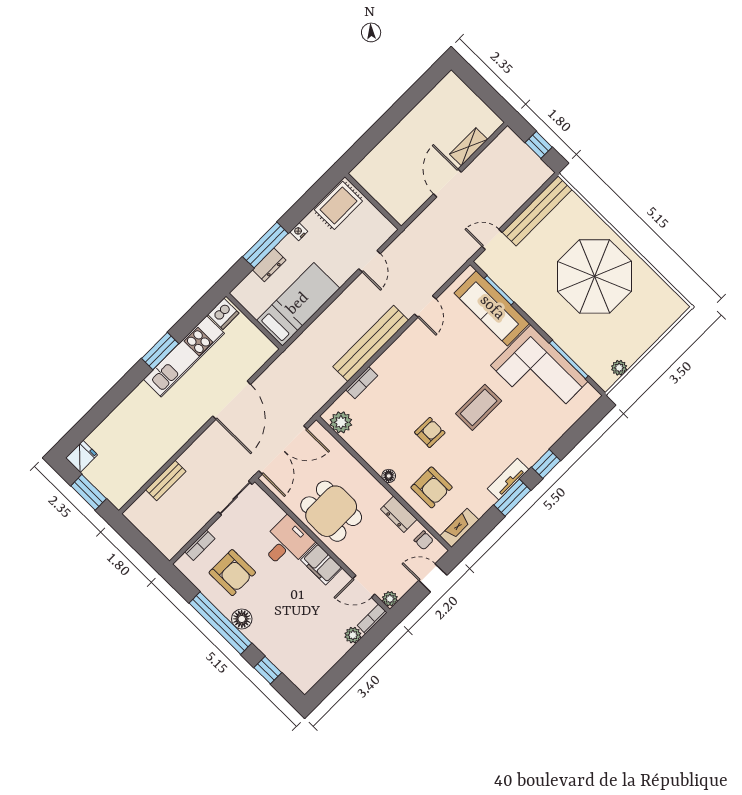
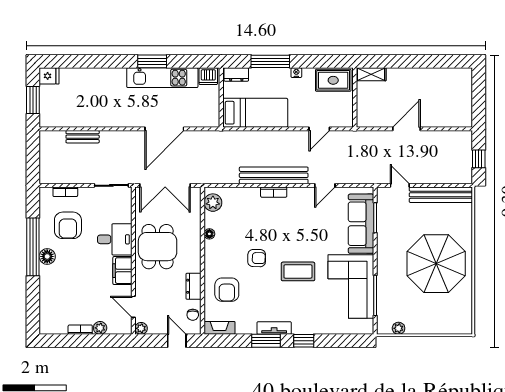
shelving: (469, 147) -> (371, 74), moved
dresser: (269, 265) -> (236, 74), moved
bookcase: (362, 383) -> (274, 192), moved
floor lamp: (389, 476) -> (209, 234), moved
bookcase: (372, 619) -> (80, 330), moved
window: (268, 670) -> (33, 300), removed

